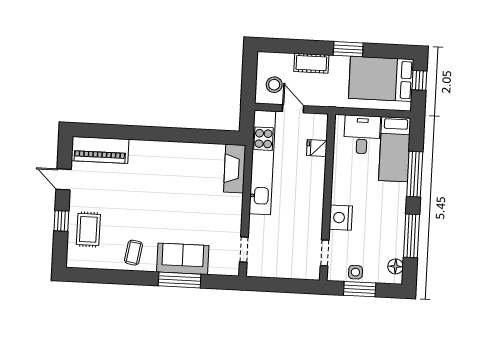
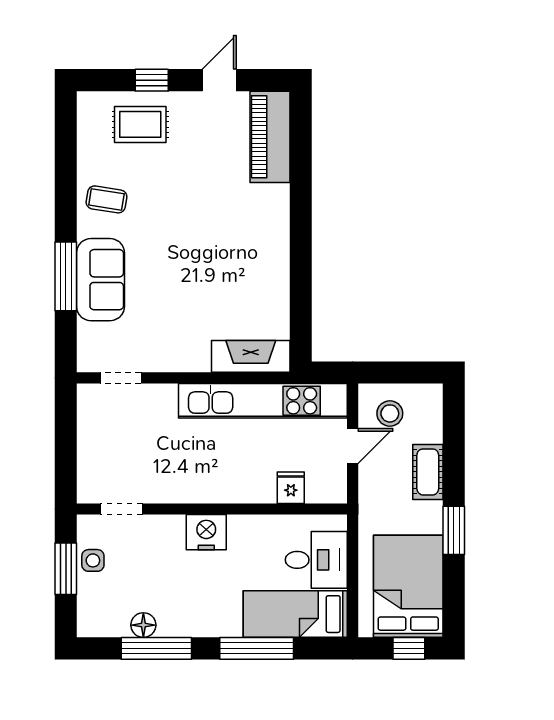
nightstand: (341, 218) -> (206, 532), moved
floor lamp: (396, 266) -> (143, 625), moved

